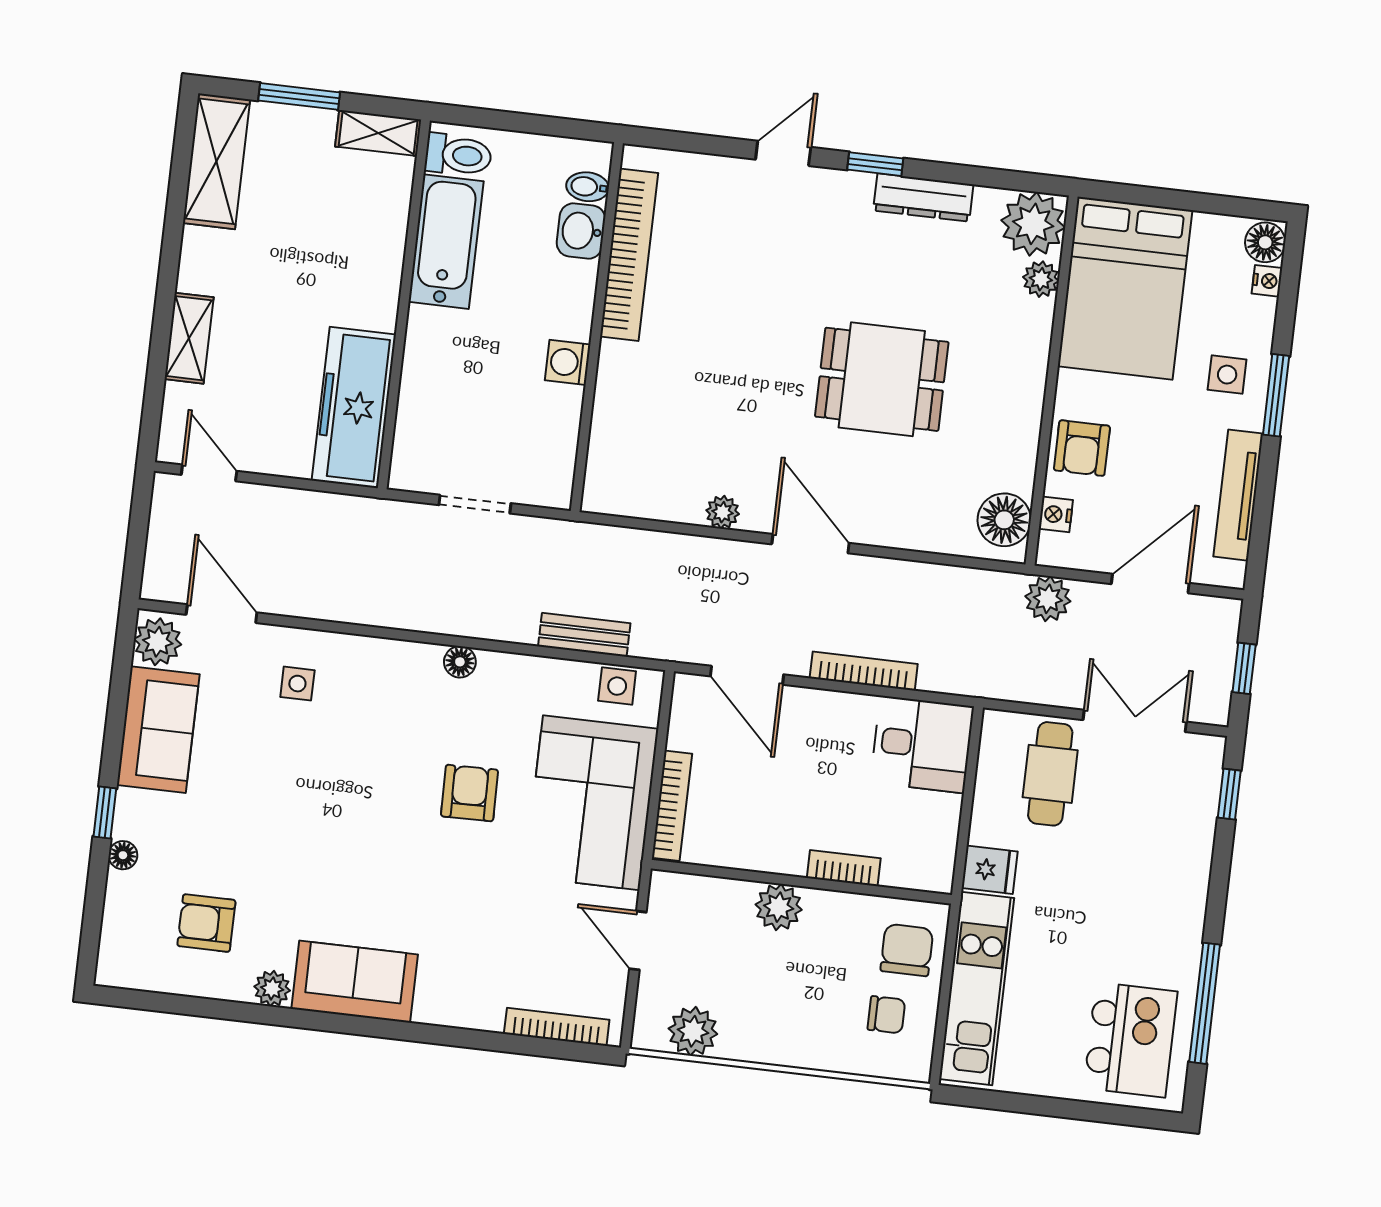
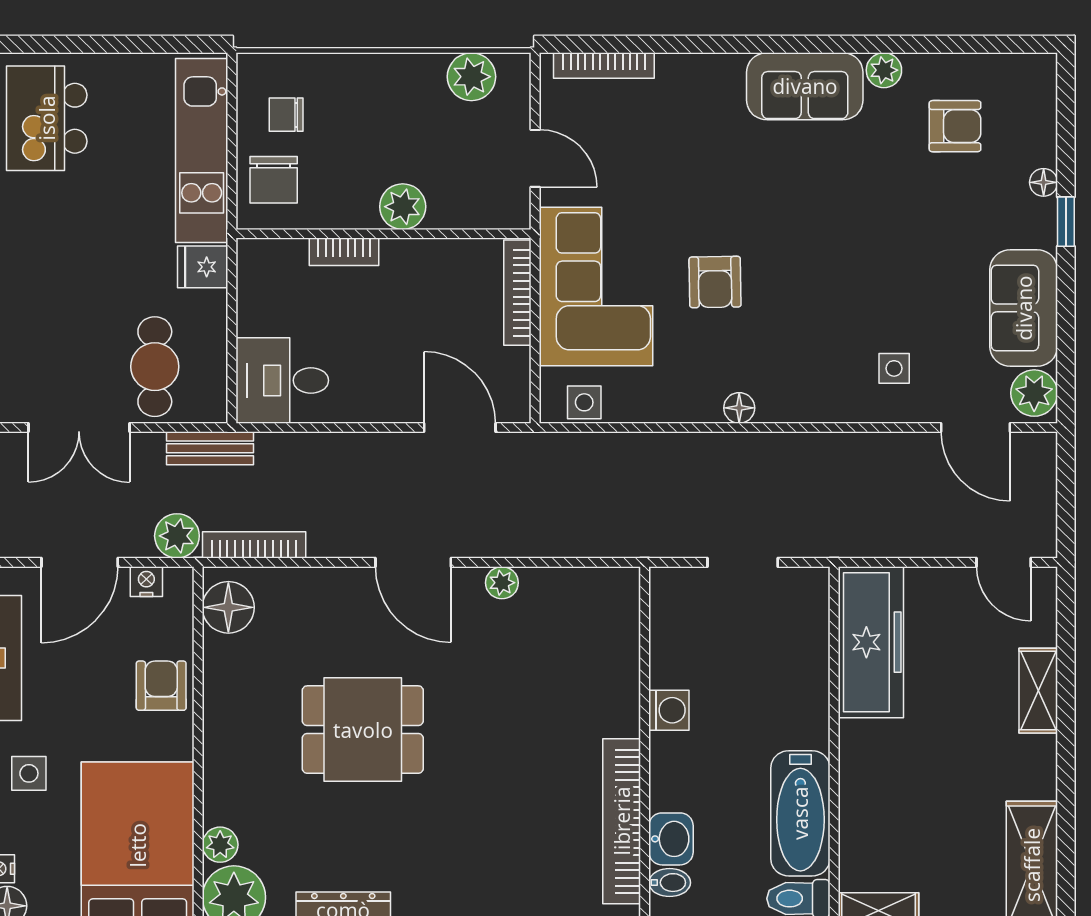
nightstand: (1056, 514) -> (146, 582), moved, turned -90
bench: (584, 635) -> (210, 448), moved
bookcase: (864, 671) -> (254, 545), moved, turned 180

